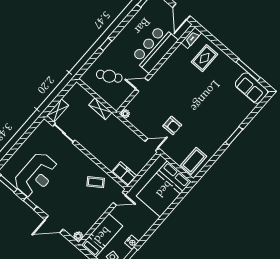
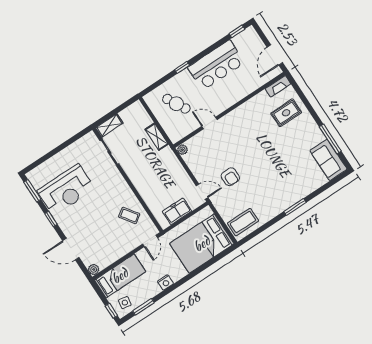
bar counter: (154, 49) -> (216, 65), moved, turned 180
freezer: (124, 174) -> (177, 211), moved, turned -90
door: (119, 199) -> (150, 241), hinge flipped
nightstand: (132, 242) -> (165, 282), moved

